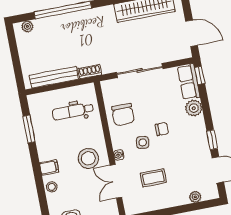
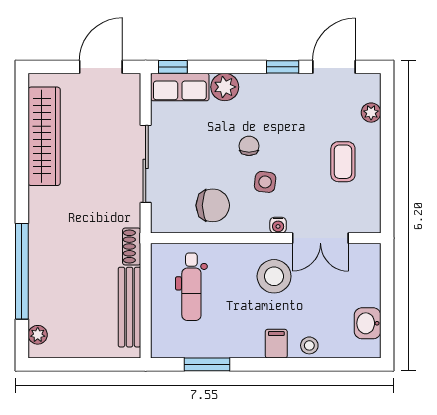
coffee table: (153, 178) -> (343, 162), moved

